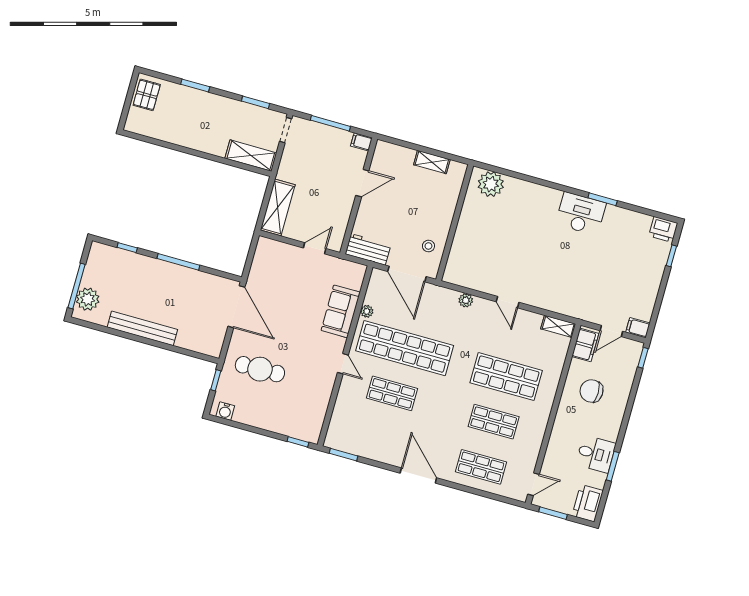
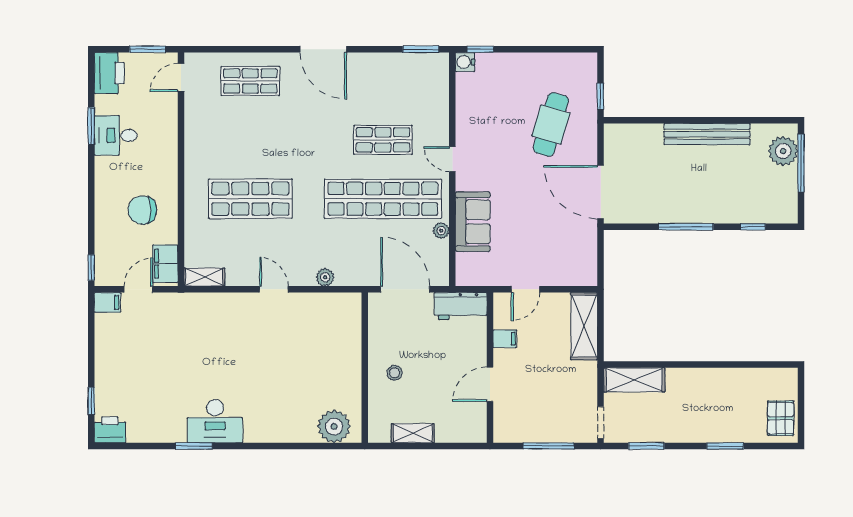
filing cabinet: (361, 142) -> (505, 339), moved
stool: (428, 246) -> (395, 373), moved
cafe table: (260, 369) -> (551, 125), turned -73
chair: (591, 391) -> (142, 210), turned 180
water cooler: (225, 411) -> (465, 62), moved, turned -90
shop shelf: (494, 422) -> (250, 140), removed

